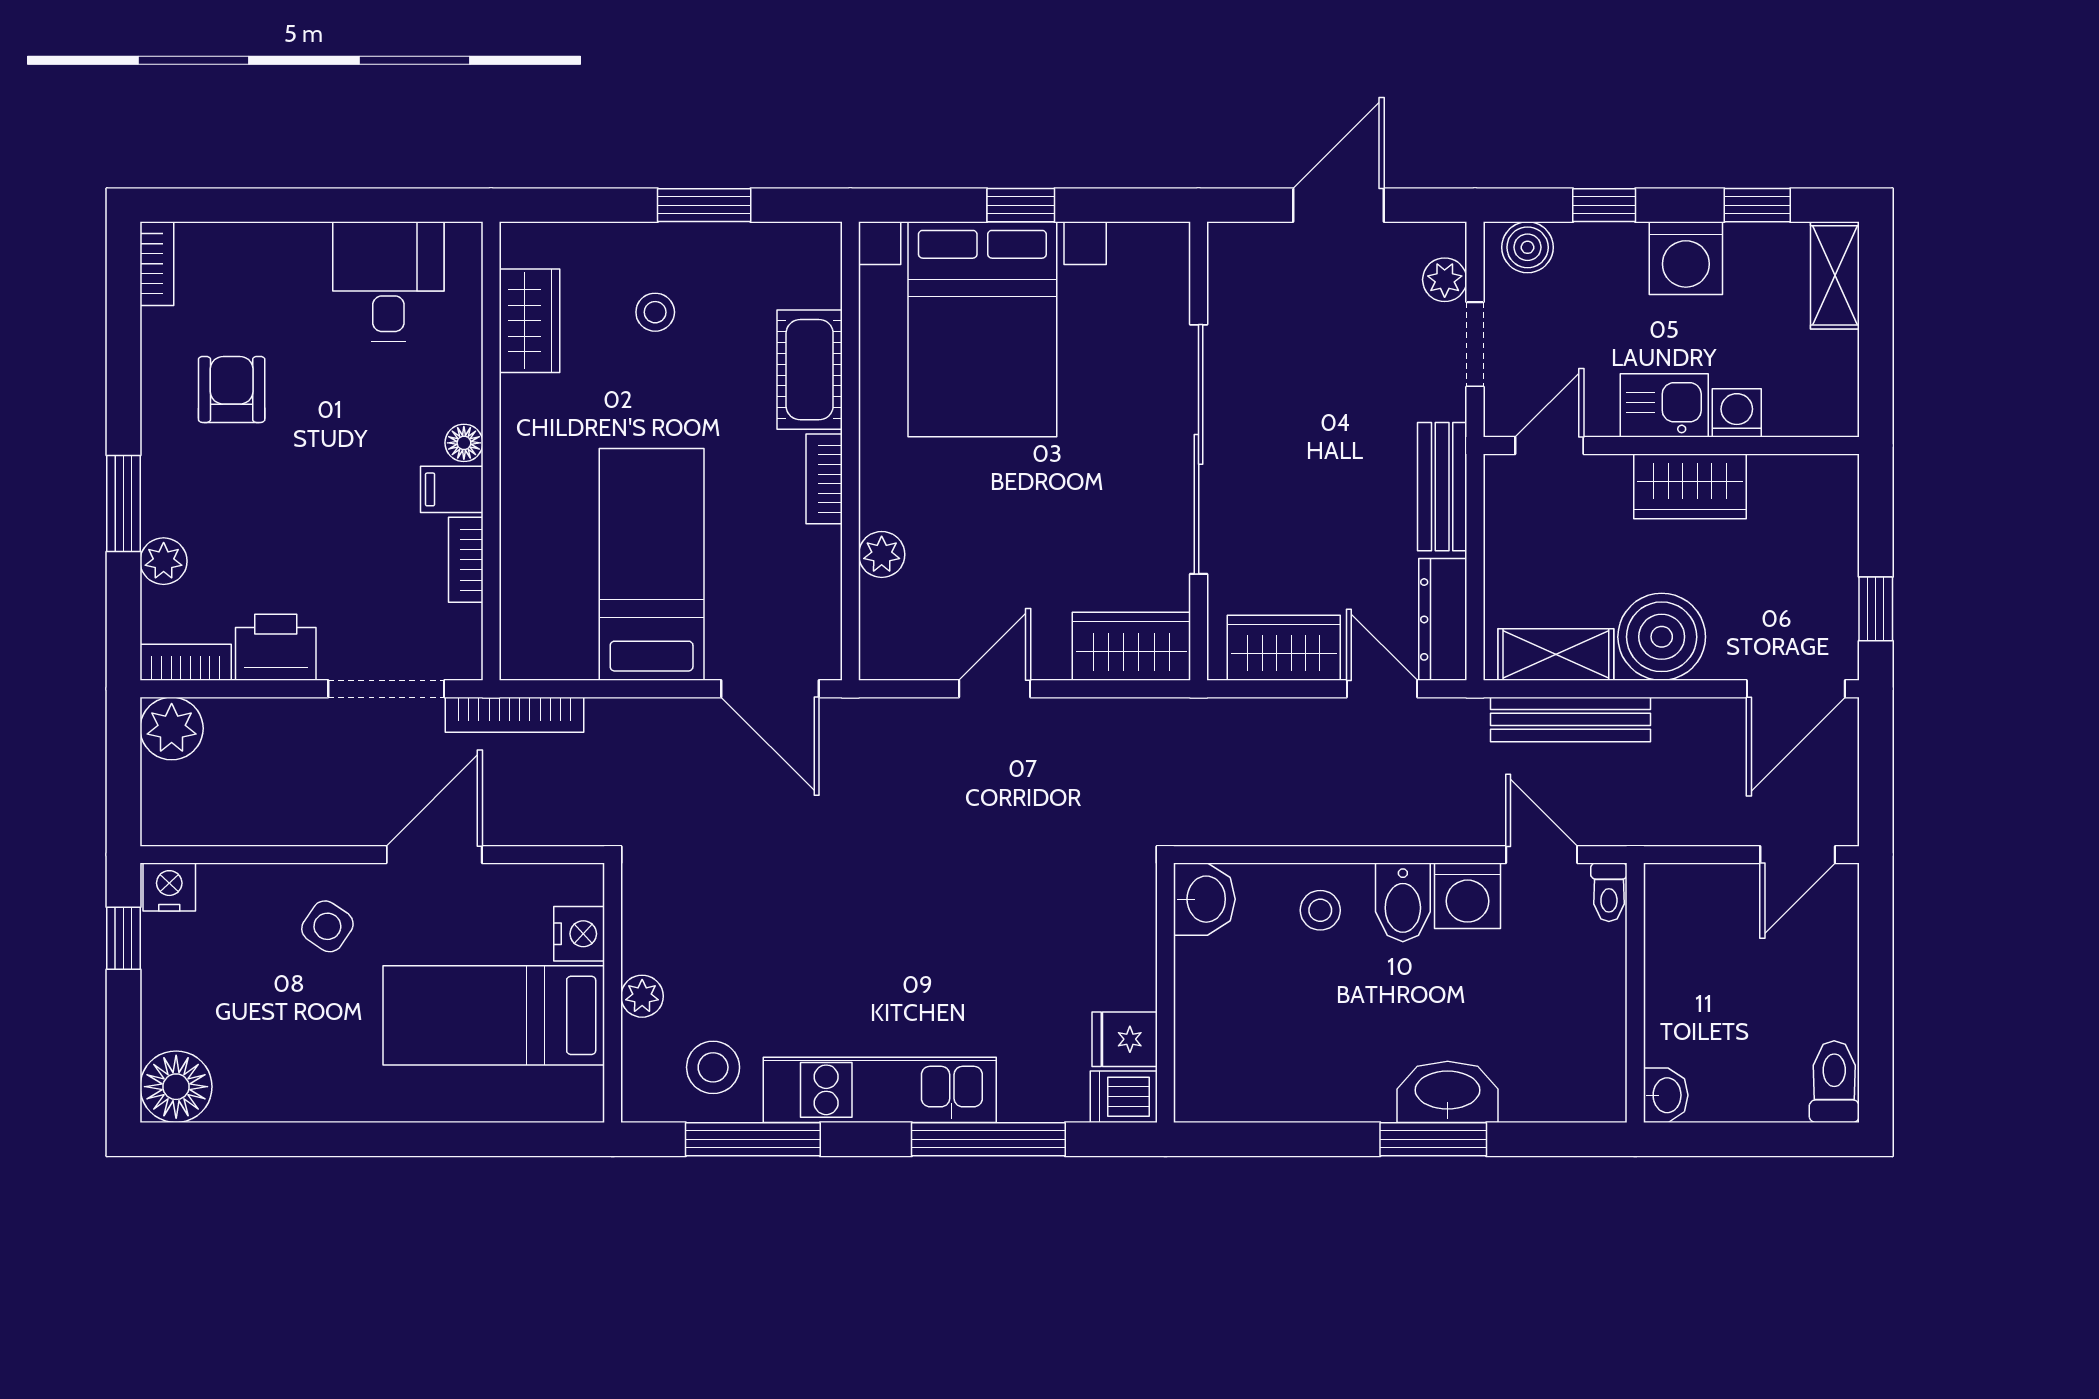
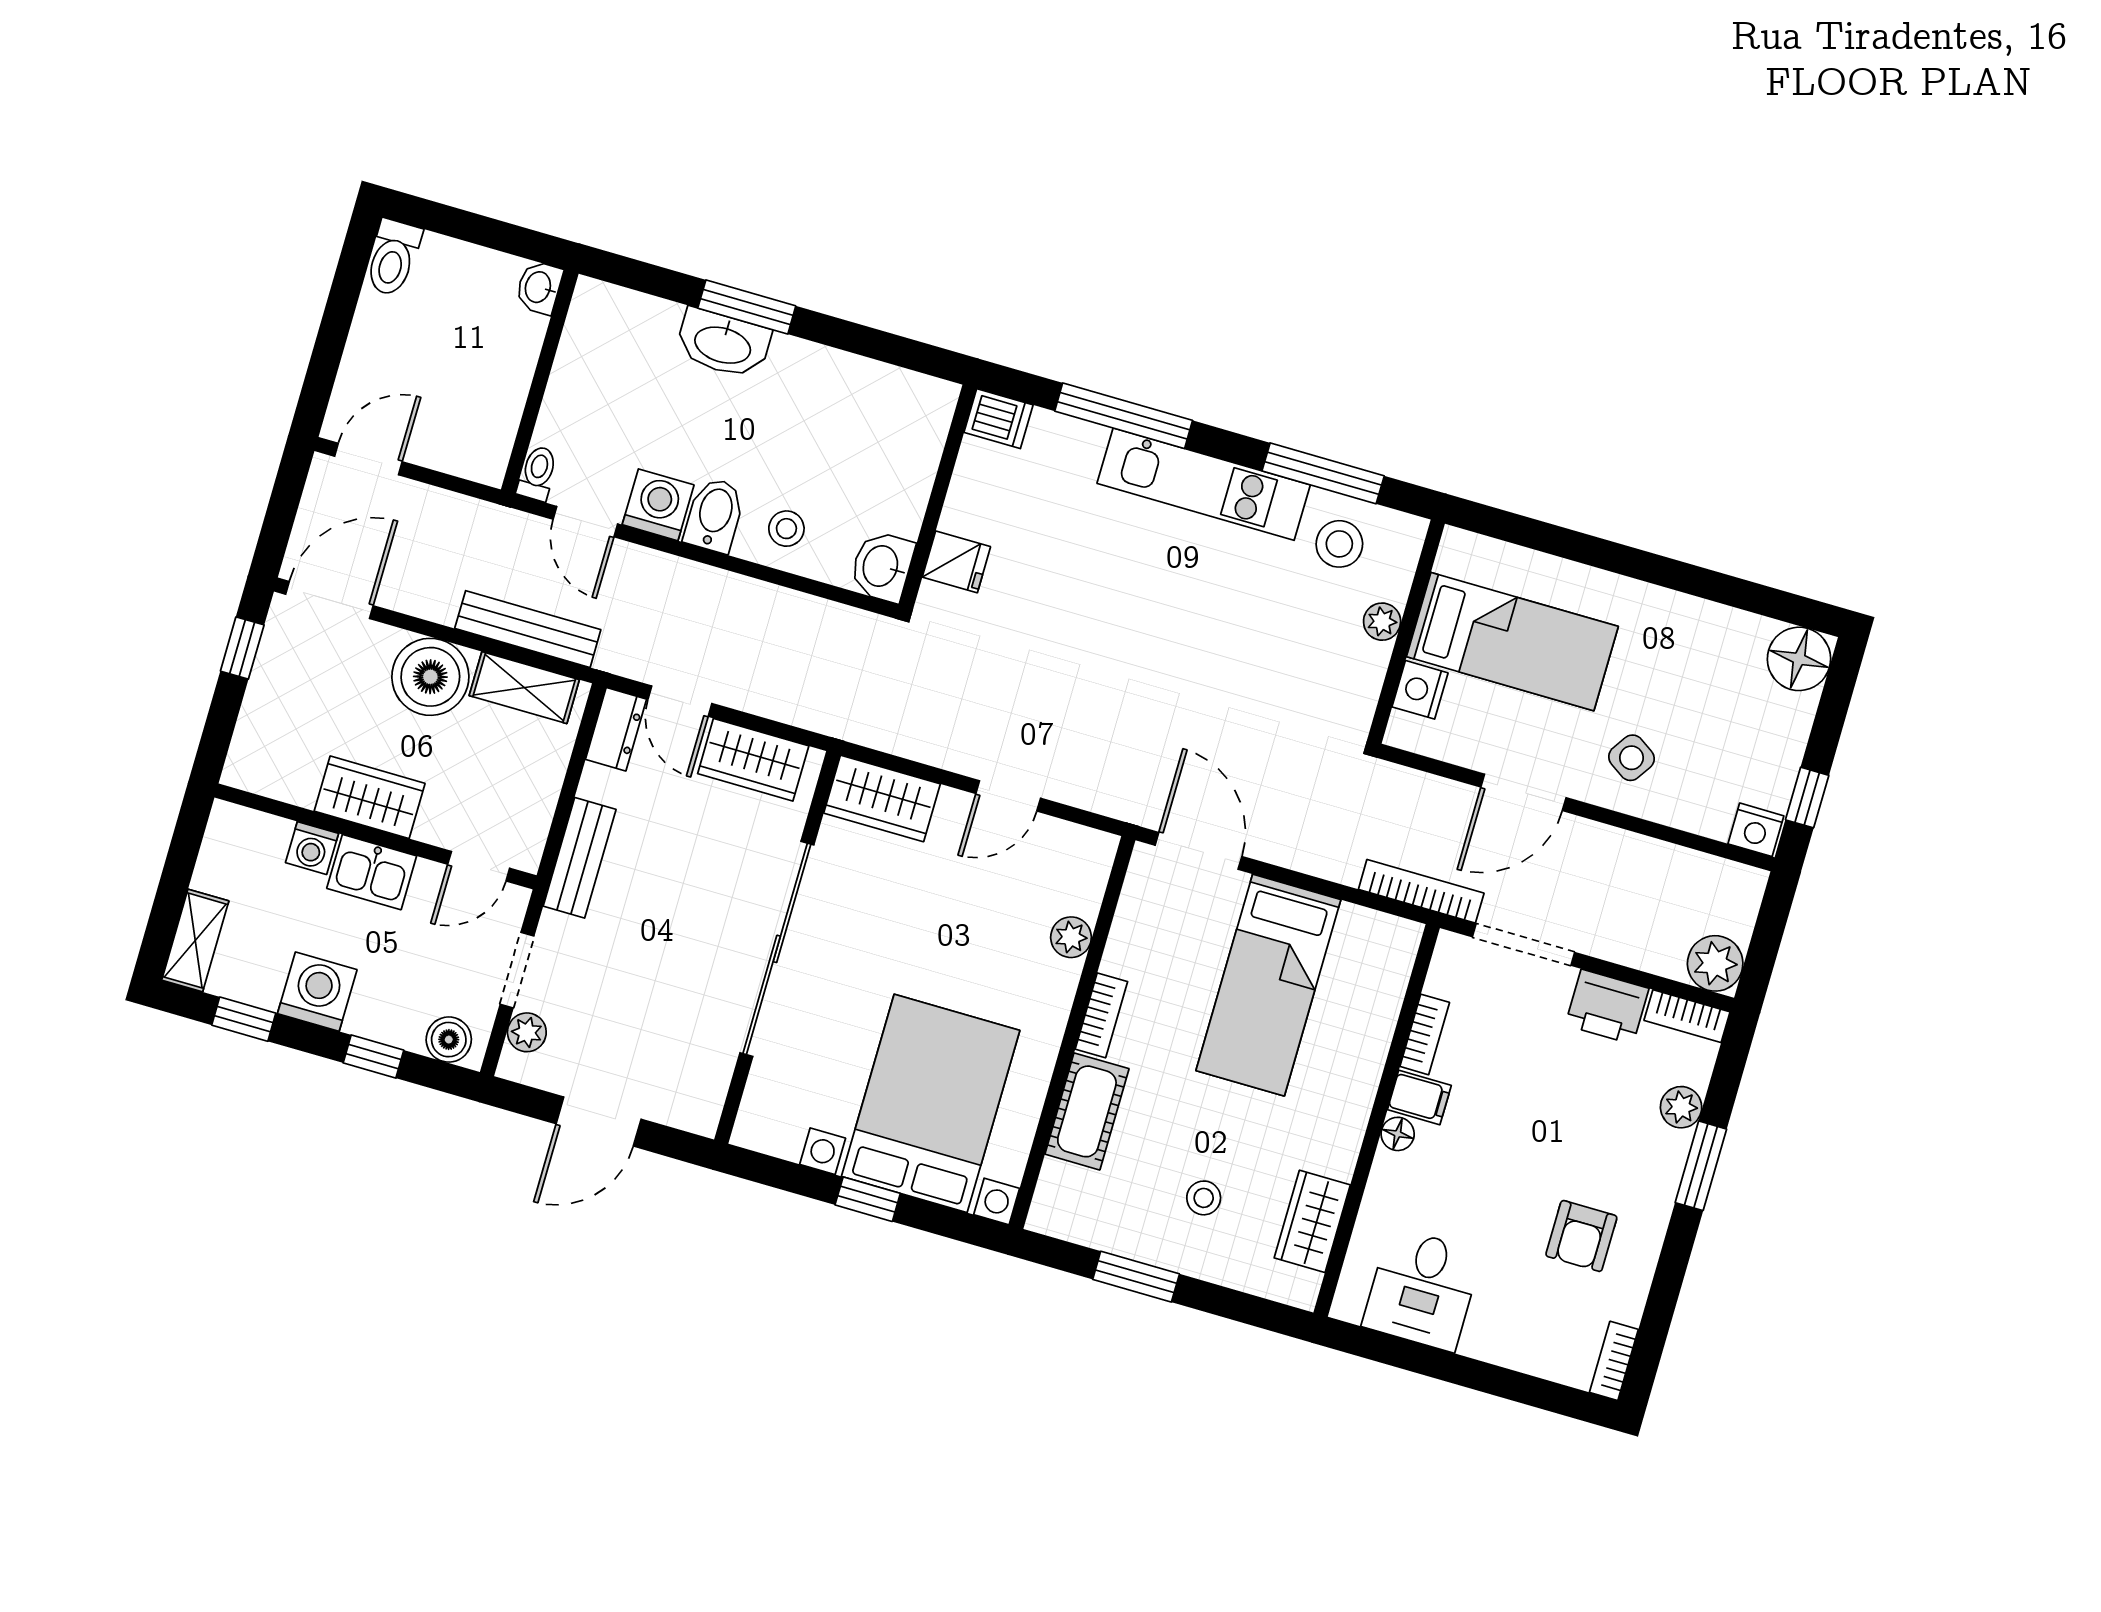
dresser: (1443, 619) -> (616, 729), width x0.70
fridge: (1125, 1039) -> (956, 562), moved

